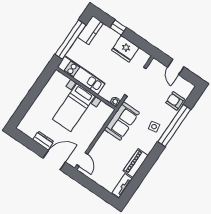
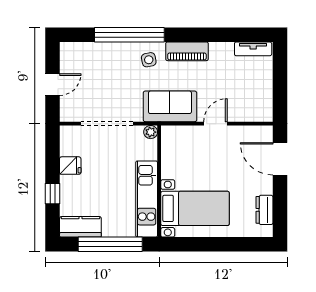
fridge: (125, 49) -> (70, 166), width x0.53, depth x0.75
armchair: (175, 101) -> (97, 55), removed
bed with nightstands: (74, 108) -> (195, 208), moved
dresser: (43, 141) -> (265, 210), moved
door: (82, 159) -> (215, 124), moved
piano: (136, 163) -> (187, 51), moved

